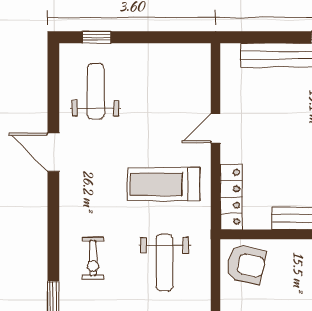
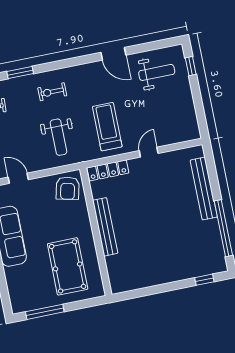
door: (216, 128) -> (149, 152), hinge flipped
door: (53, 152) -> (113, 54), swing flipped
weight bench: (165, 262) -> (59, 137), turned -90

